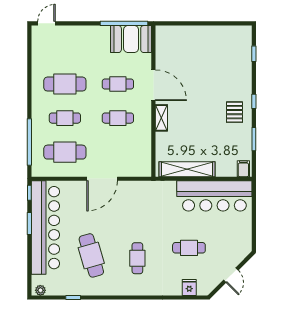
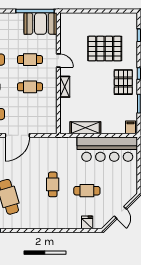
pallet: (211, 70) -> (105, 49), added
door: (153, 85) -> (58, 61), width x0.53
pallet: (234, 112) -> (123, 82), width x1.50, depth x1.42
shelving: (187, 169) -> (85, 128), width x0.68
cafe table: (137, 258) -> (53, 184), moved

